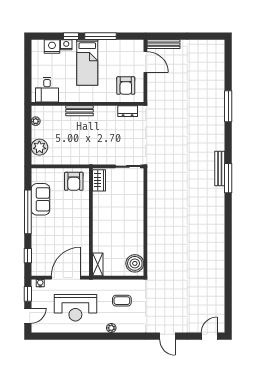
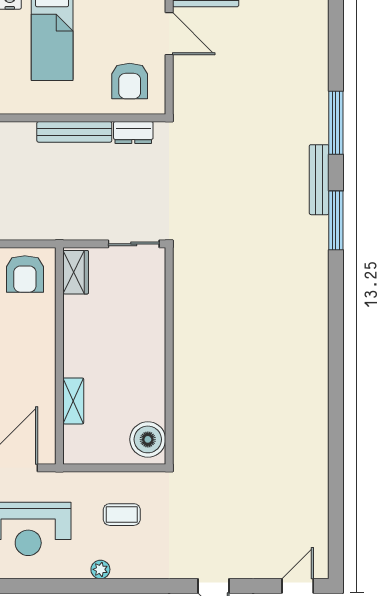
bench: (80, 111) -> (74, 132), moved, width x1.36
bench: (220, 169) -> (319, 180), moved
window: (228, 178) -> (336, 220), moved
shelving: (98, 264) -> (73, 401), moved

